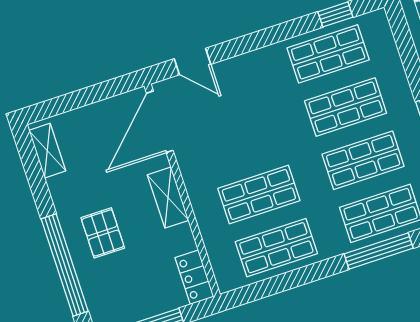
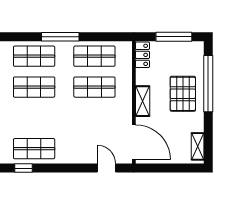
shop shelf: (346, 107) -> (34, 118), removed
door: (160, 122) -> (134, 142), hinge flipped
pallet: (103, 233) -> (183, 94), width x1.50, depth x1.42
window: (379, 251) -> (60, 37), moved

